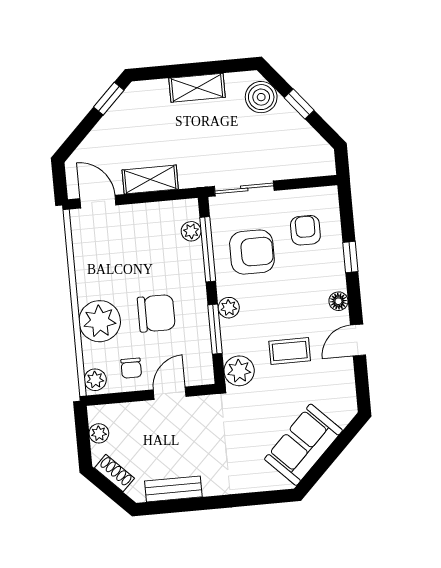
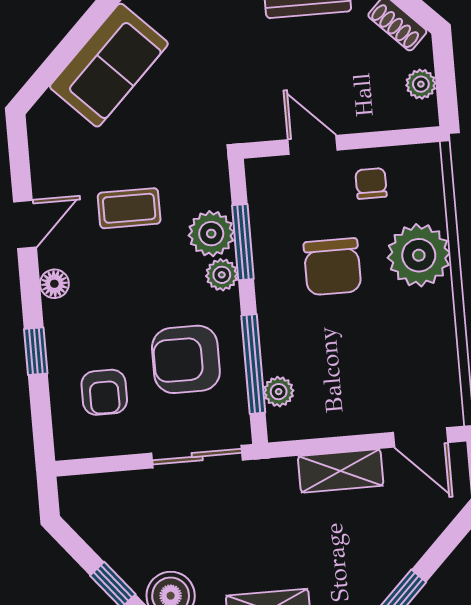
chair: (156, 313) -> (332, 267), turned -90
plant: (239, 371) -> (211, 234), moved
plant: (95, 380) -> (426, 166), removed
door: (170, 393) -> (313, 145), swing flipped

